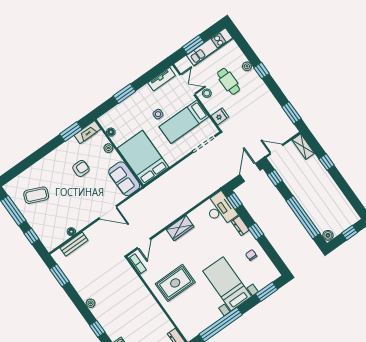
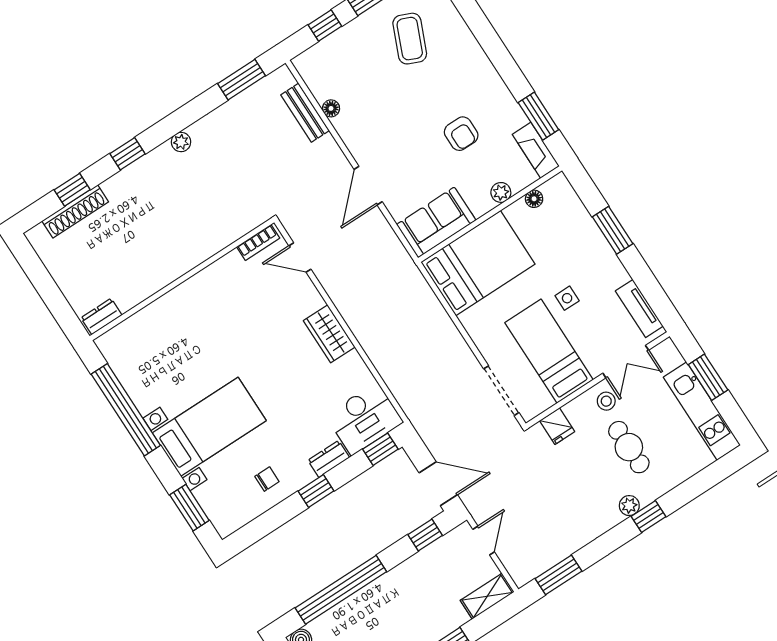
plant: (247, 66) -> (629, 506), moved
cafe table: (228, 81) -> (629, 447), turned 90
rug: (175, 283) -> (216, 319), removed

